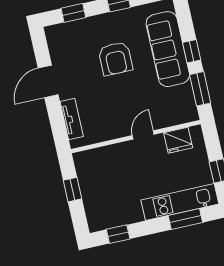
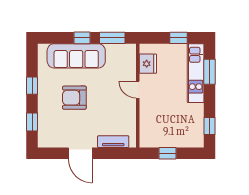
armchair: (115, 59) -> (74, 98), turned 180

